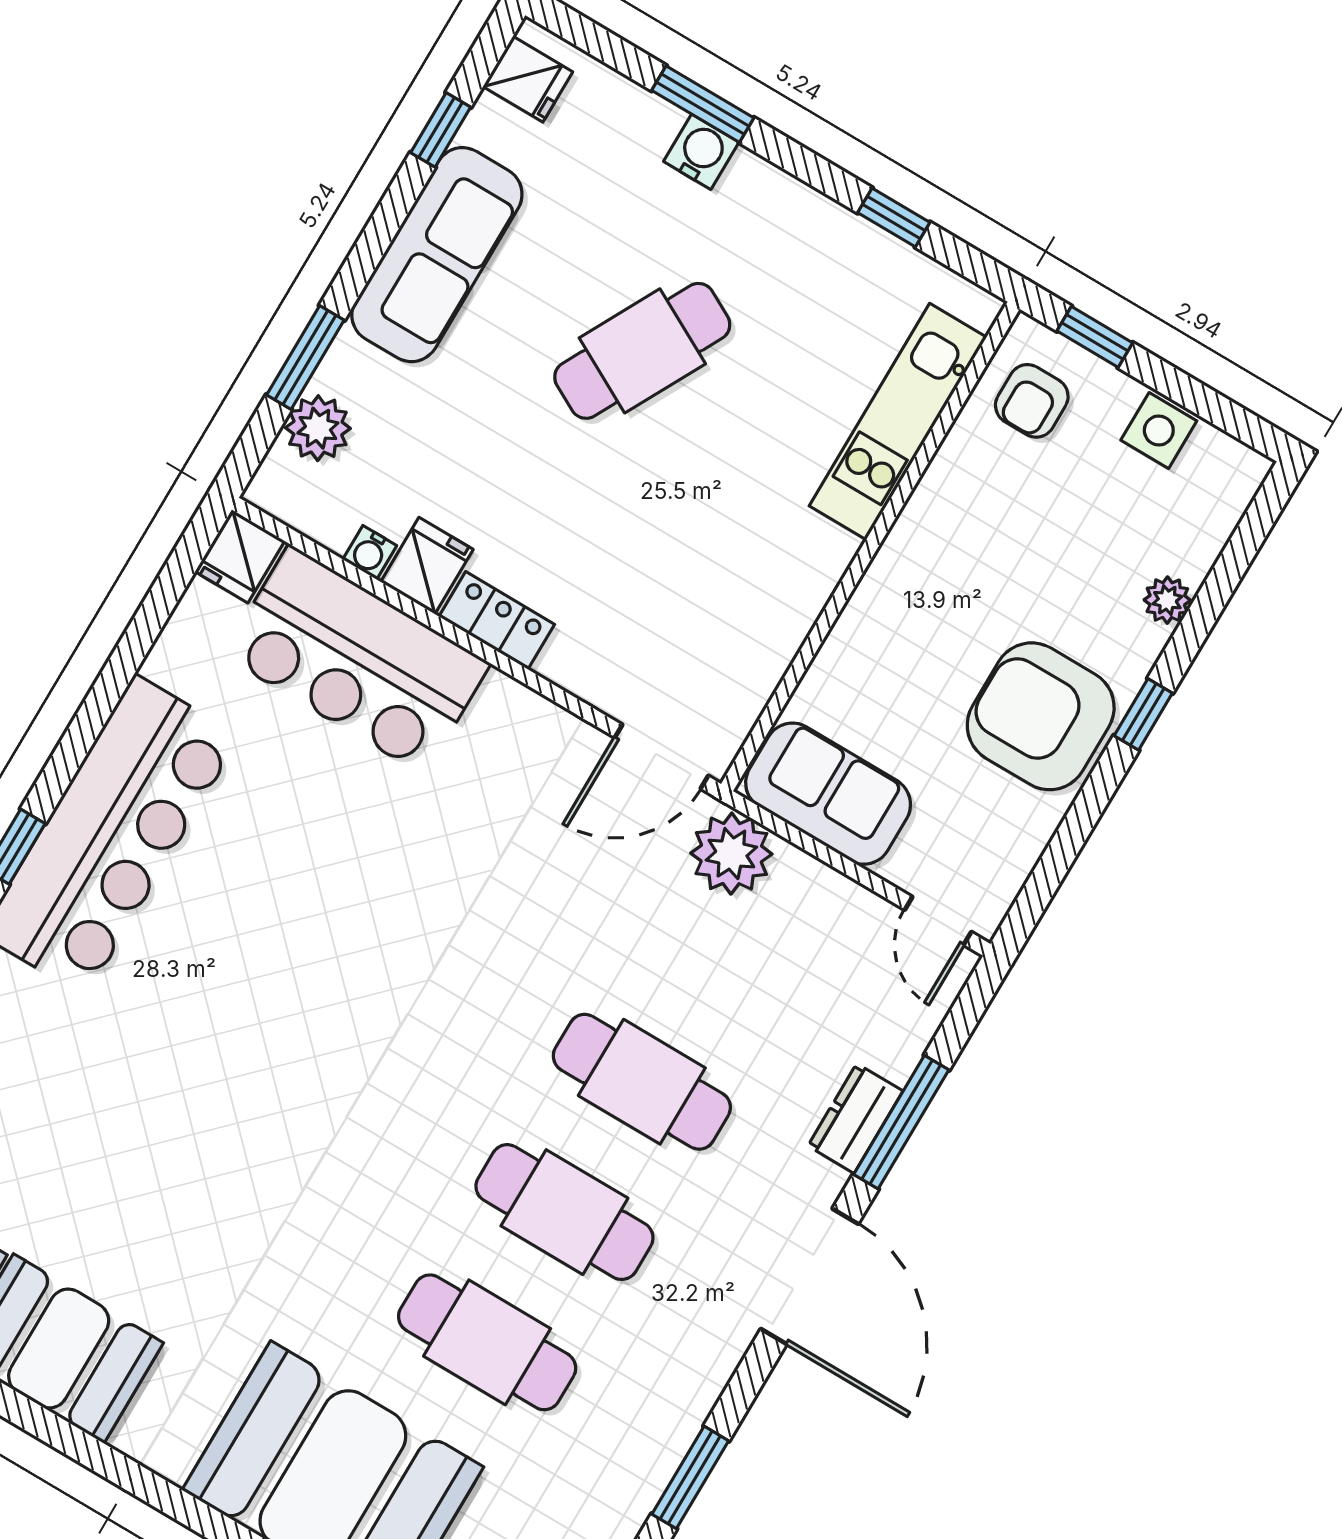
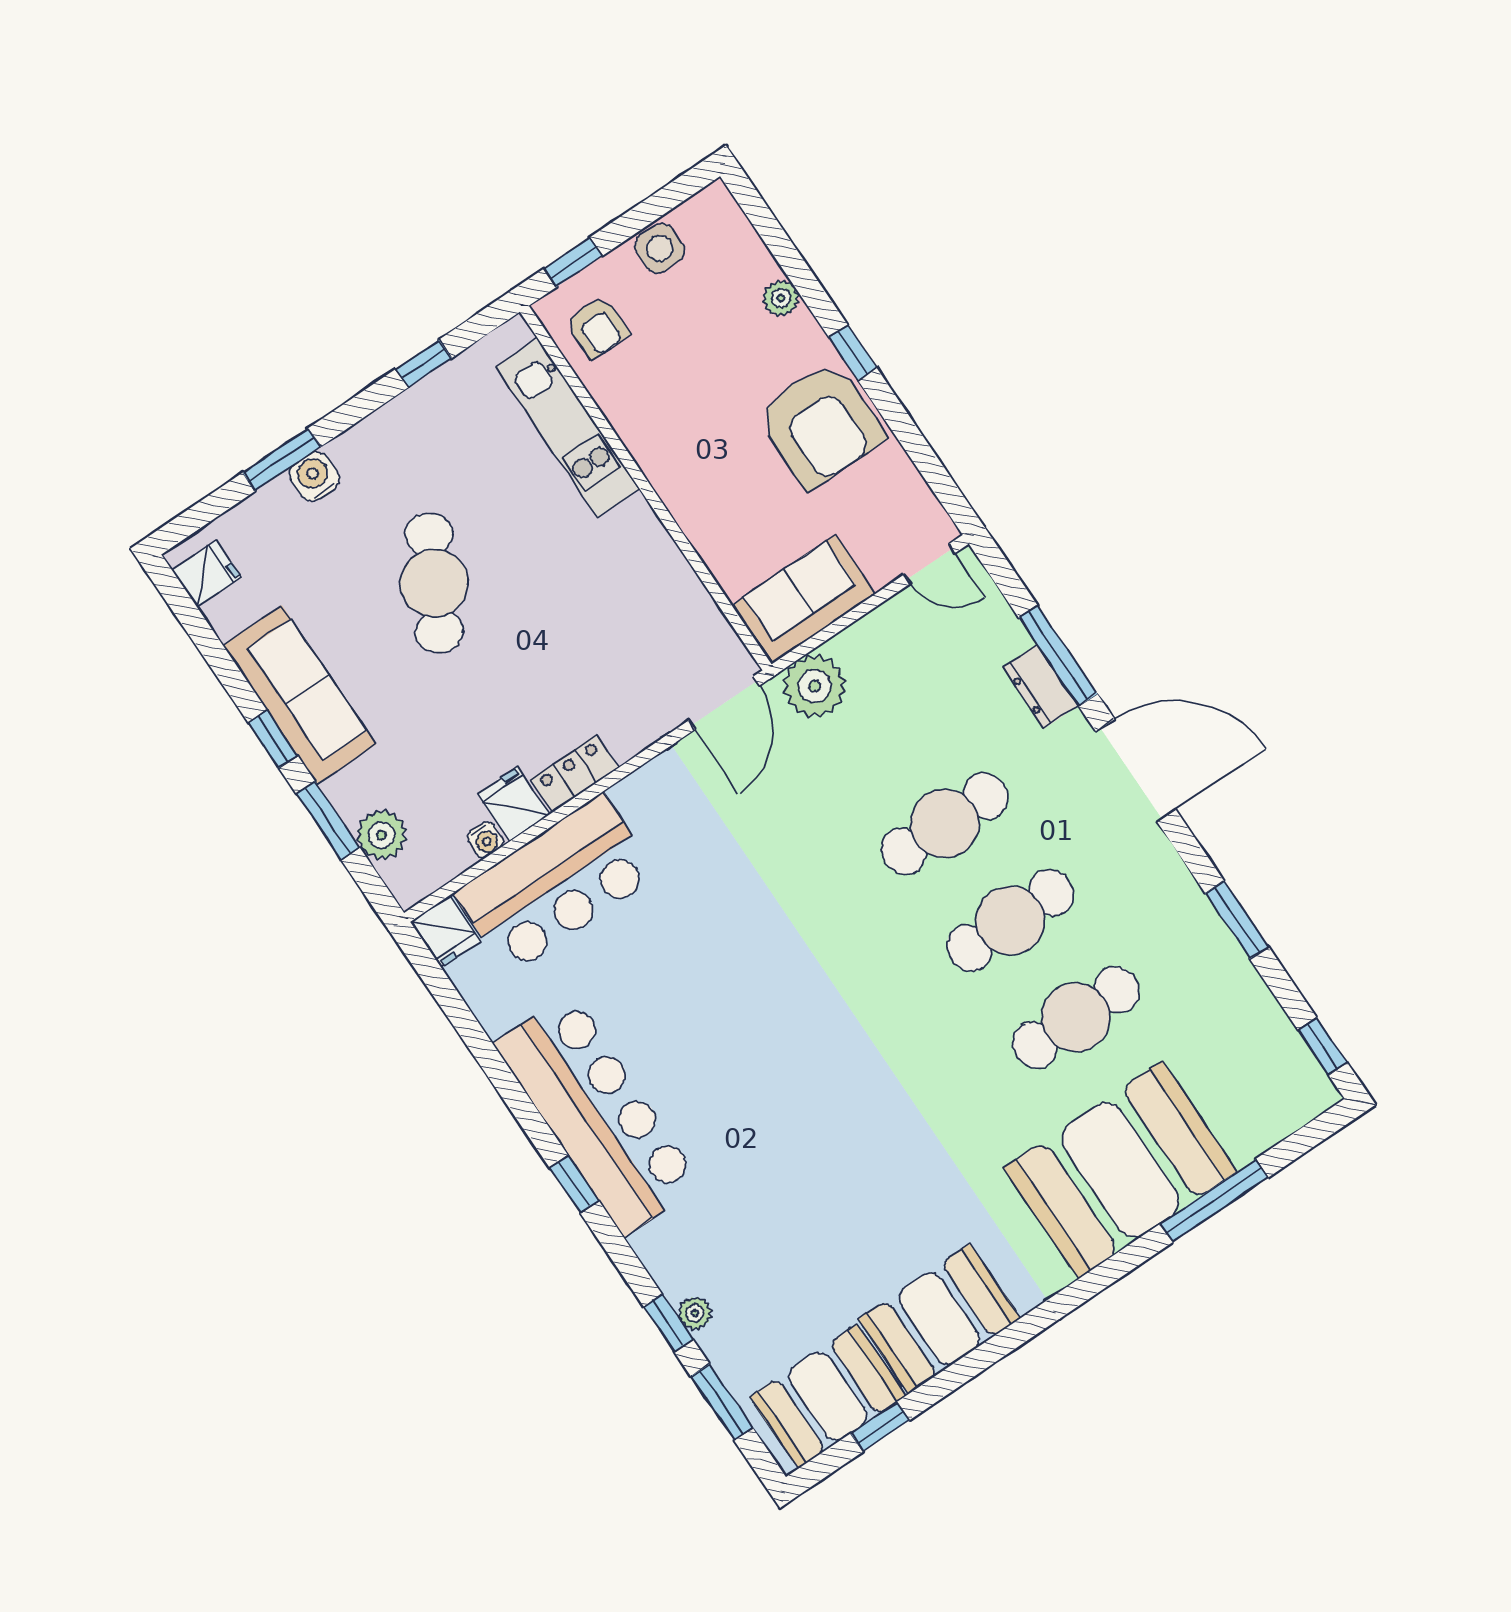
window: (441, 130) -> (273, 739), moved
armchair: (1041, 716) -> (820, 425), turned -90

